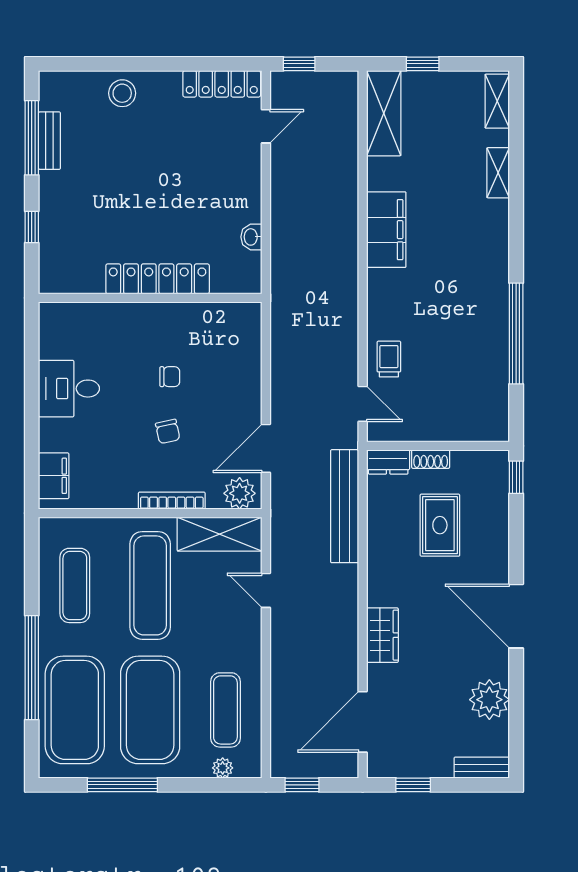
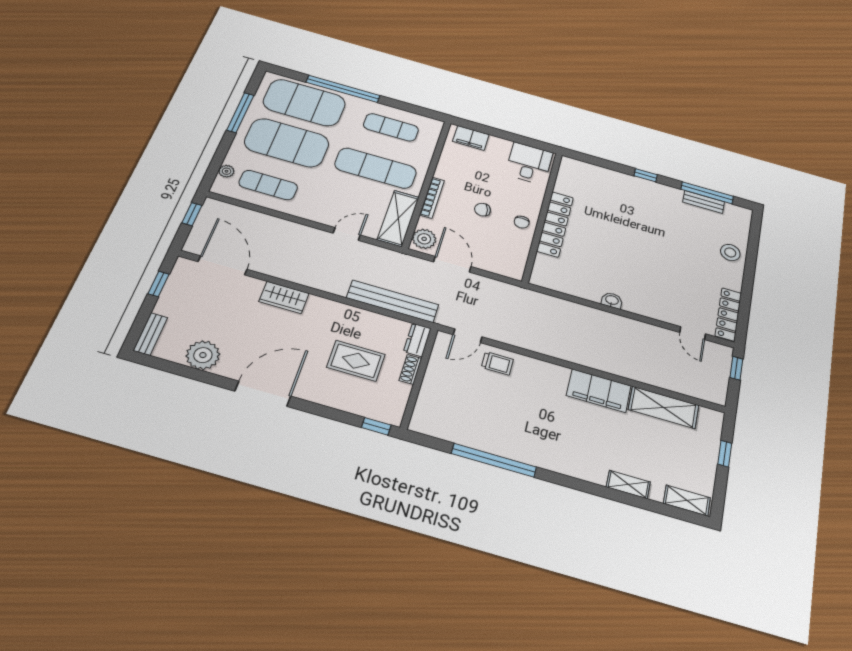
shelving: (384, 113) -> (664, 407), moved
locker: (158, 279) -> (555, 224), moved
wall: (150, 298) -> (543, 216), moved

